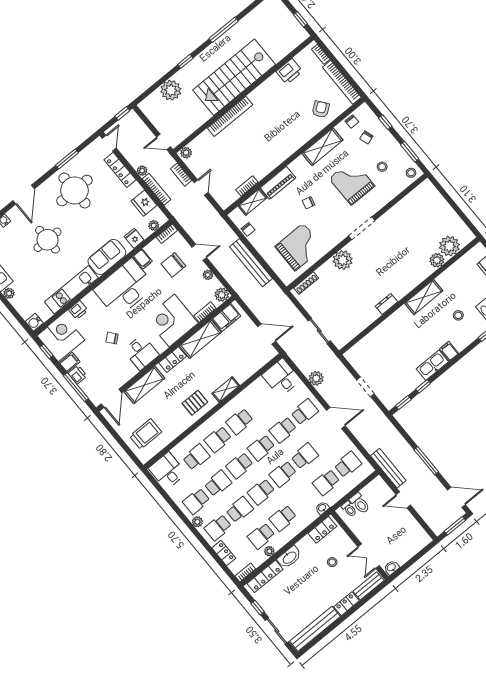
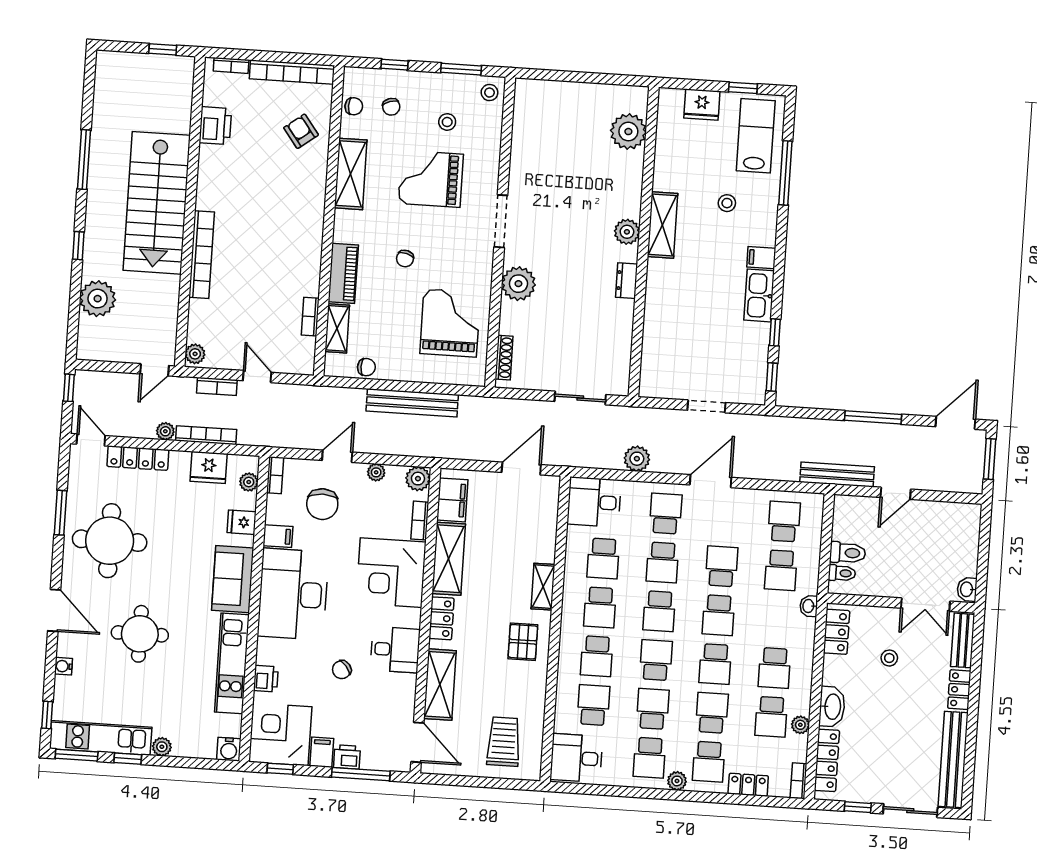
plant: (437, 260) -> (627, 232), moved
school desk: (261, 404) -> (603, 558), added
school desk: (240, 466) -> (656, 660), turned 180

